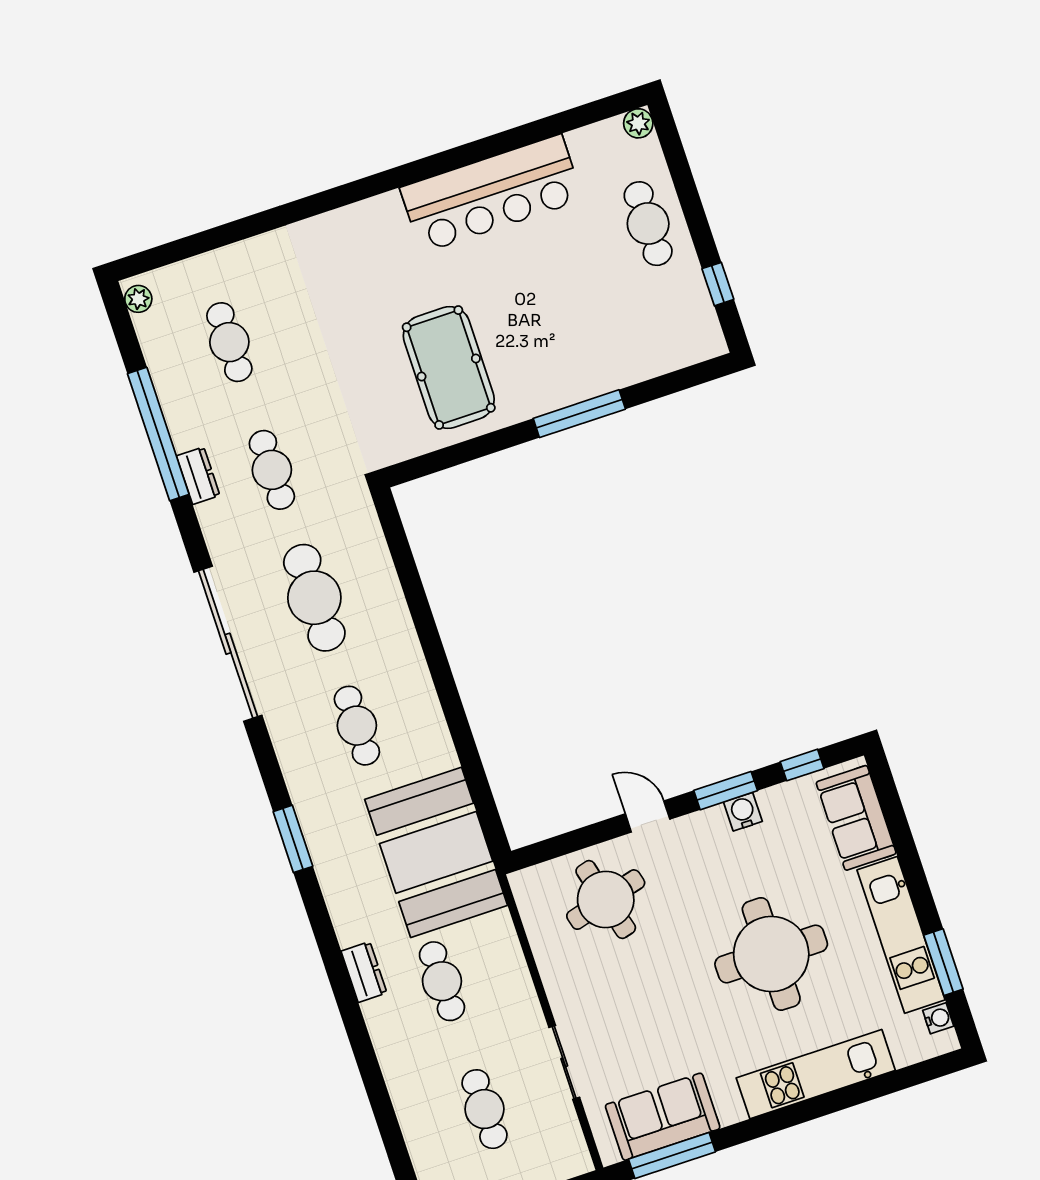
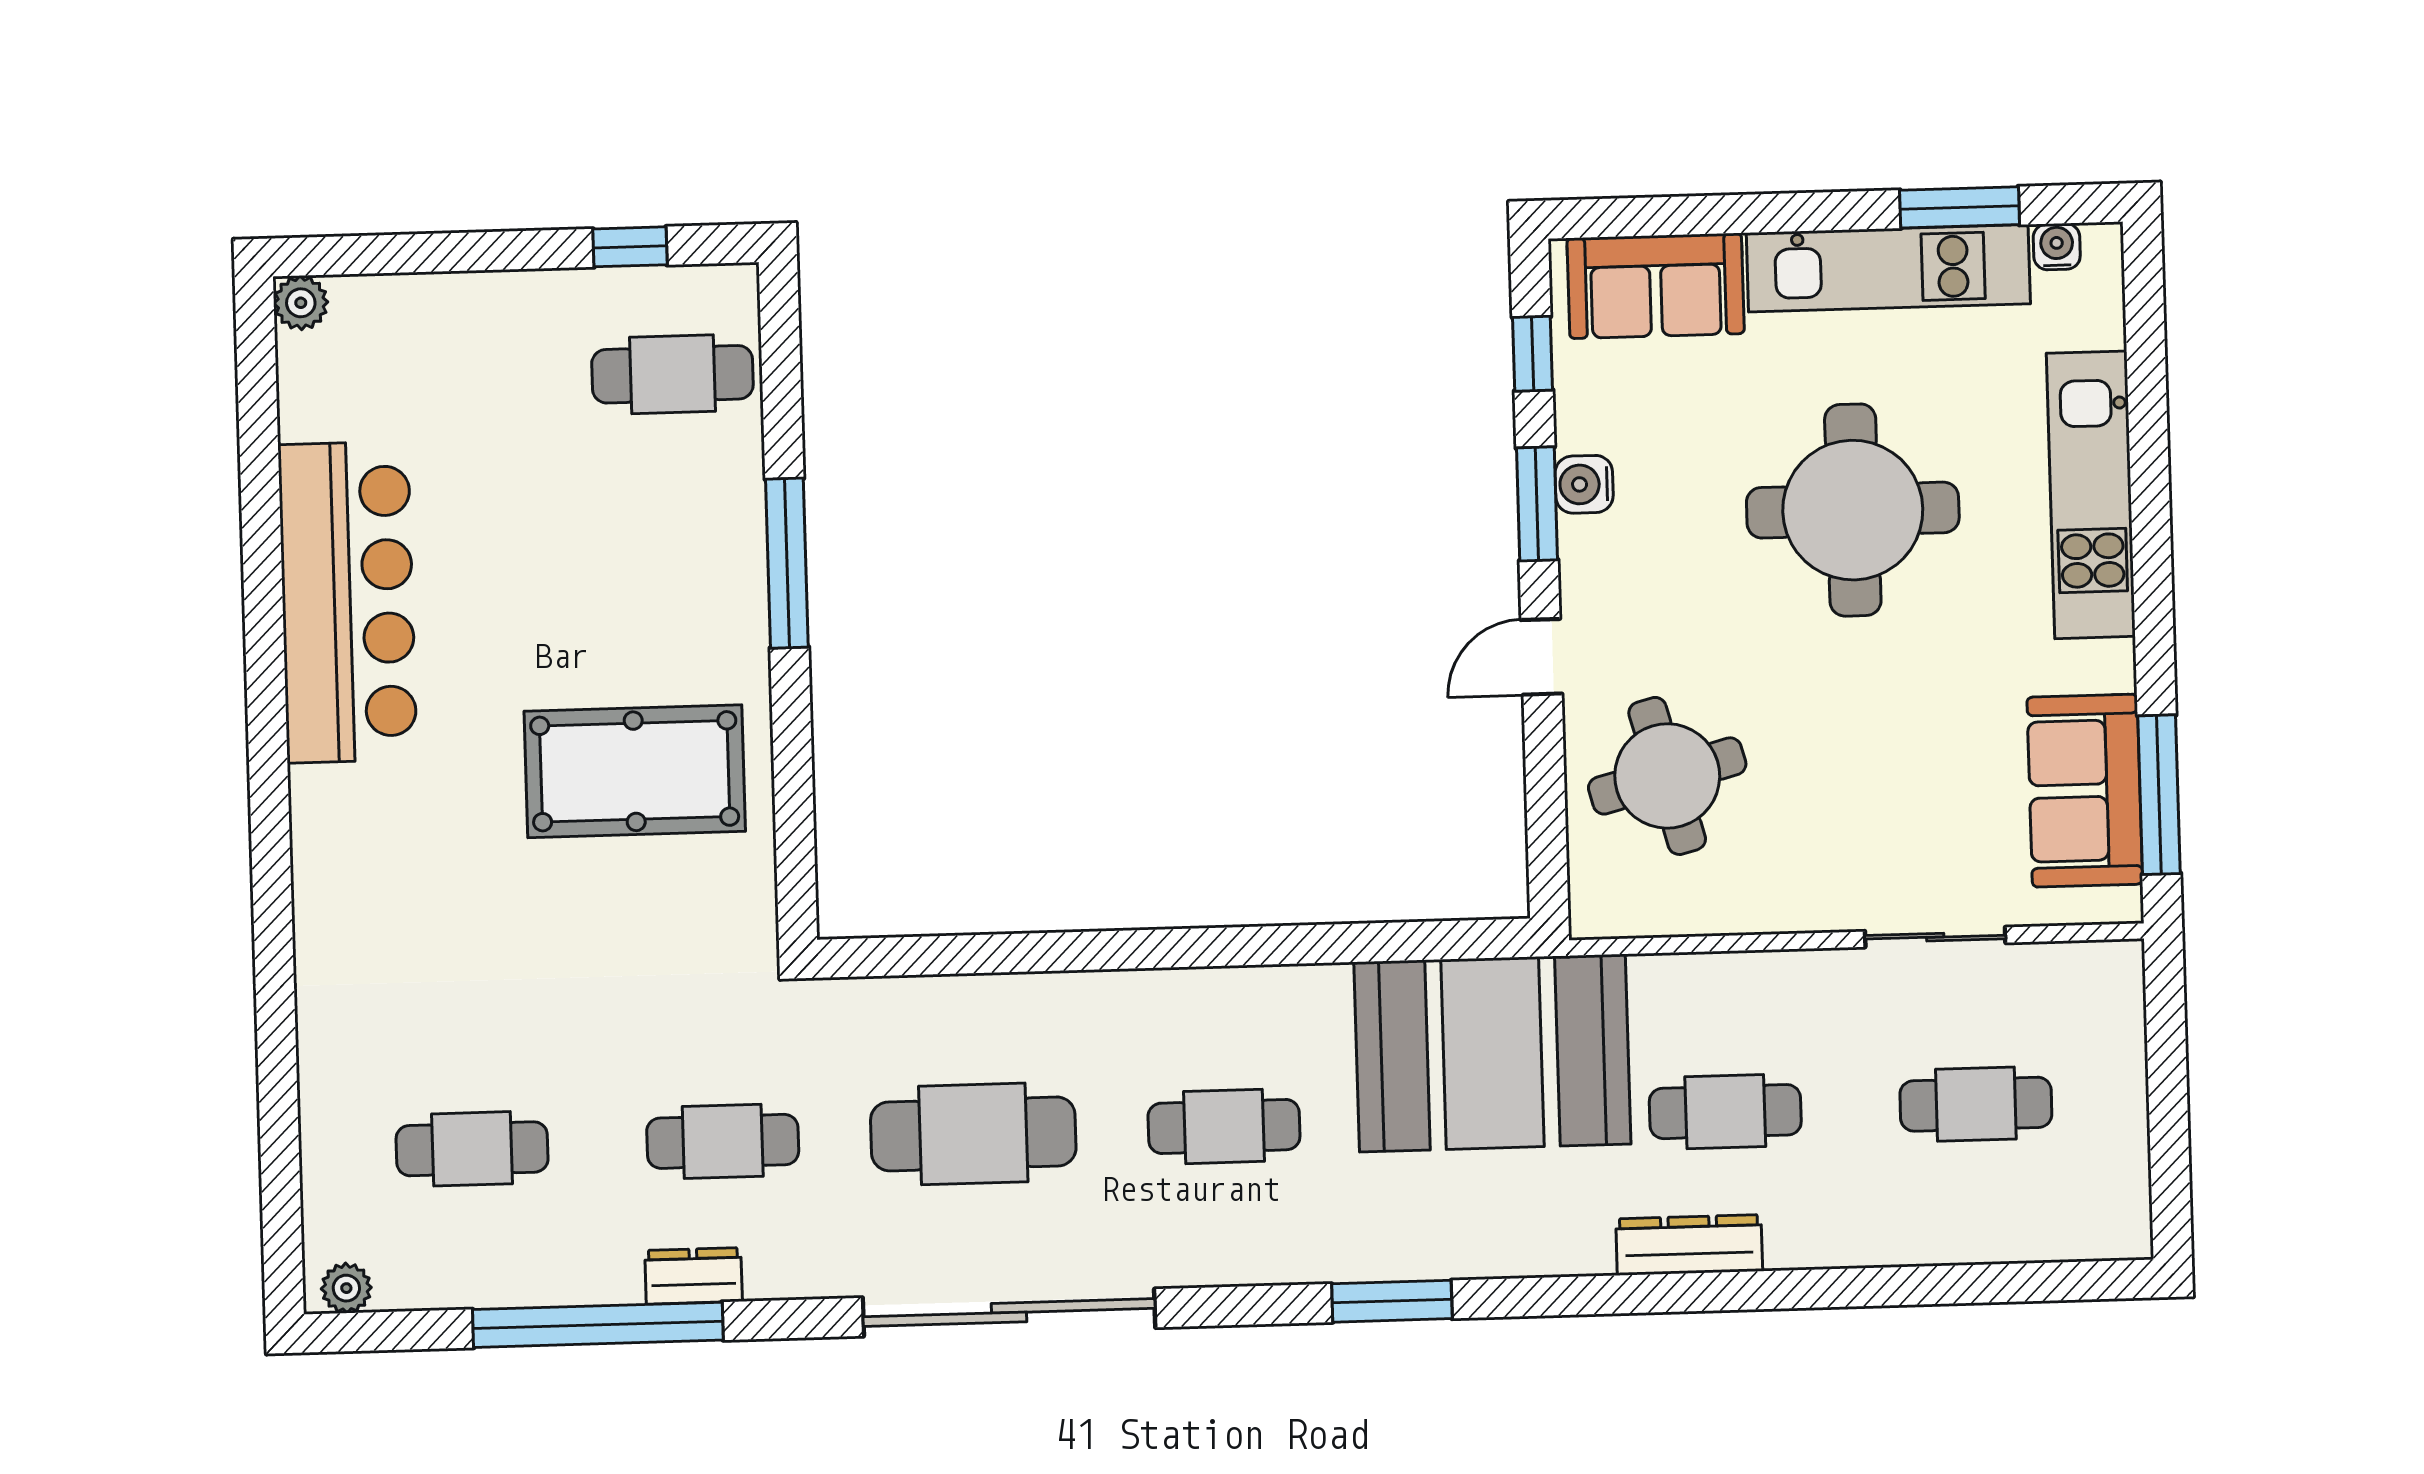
cafe table: (648, 224) -> (672, 374), moved
dresser: (364, 972) -> (1689, 1245), width x1.44

